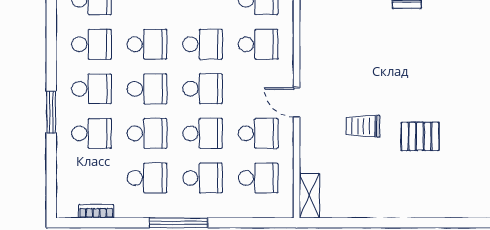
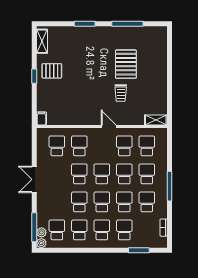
door: (297, 102) -> (109, 126), swing flipped
window: (51, 112) -> (139, 250), moved
pallet: (420, 136) -> (126, 64), width x1.50, depth x1.42

